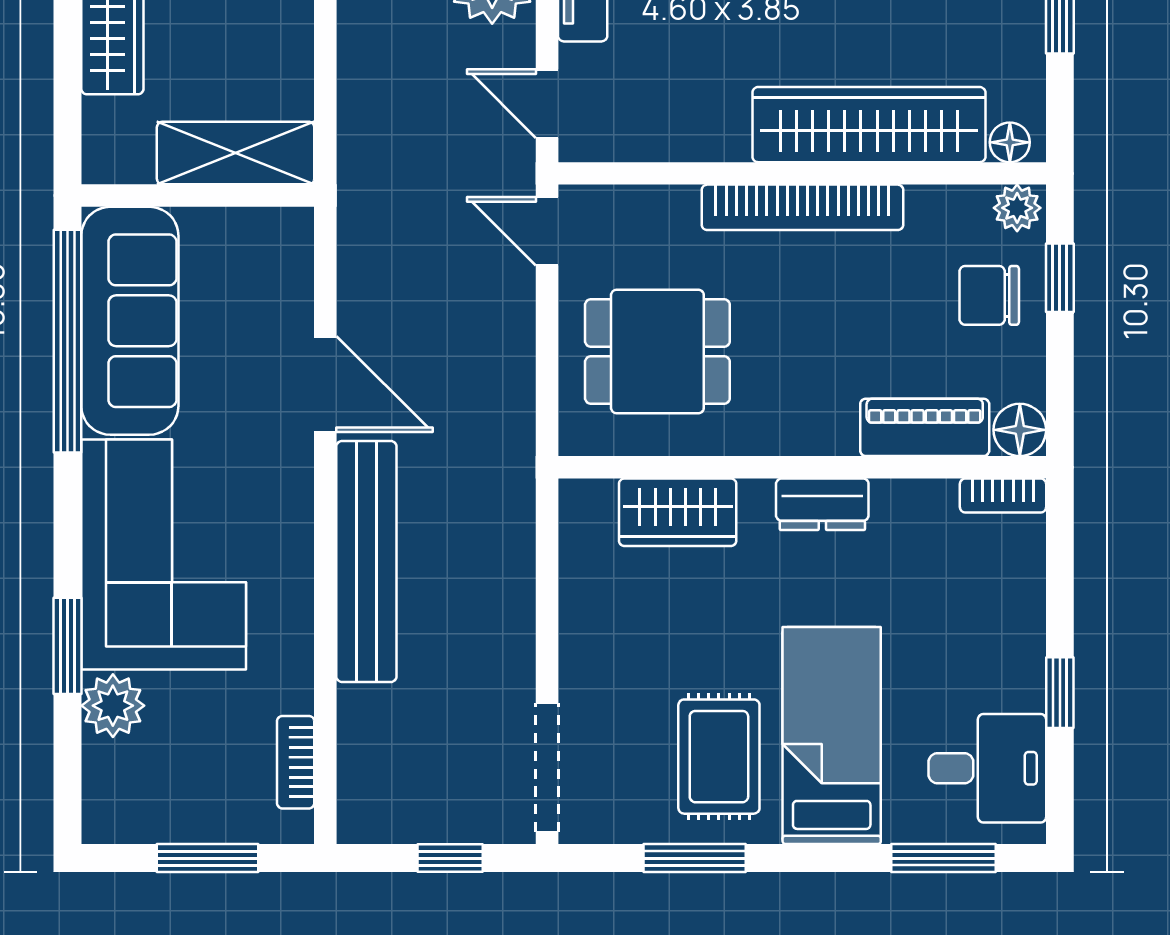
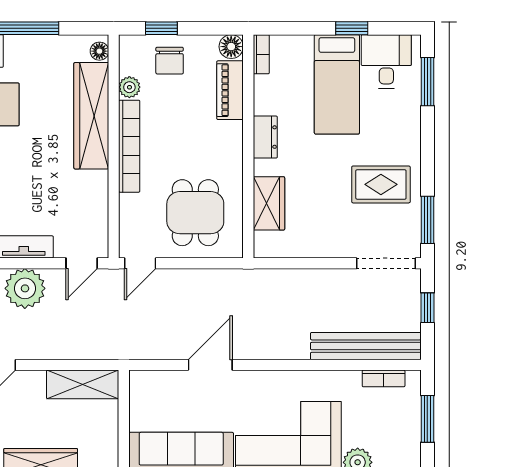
shelving: (236, 153) -> (83, 384), moved, turned 90
plant: (1017, 208) -> (129, 87), moved
bench: (366, 561) -> (366, 346), moved
bed: (832, 736) -> (337, 84), moved, turned -90
window: (695, 858) -> (427, 220), moved

